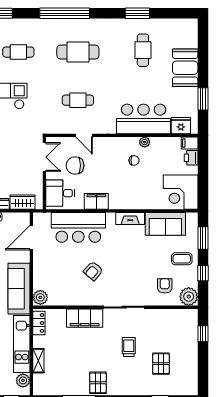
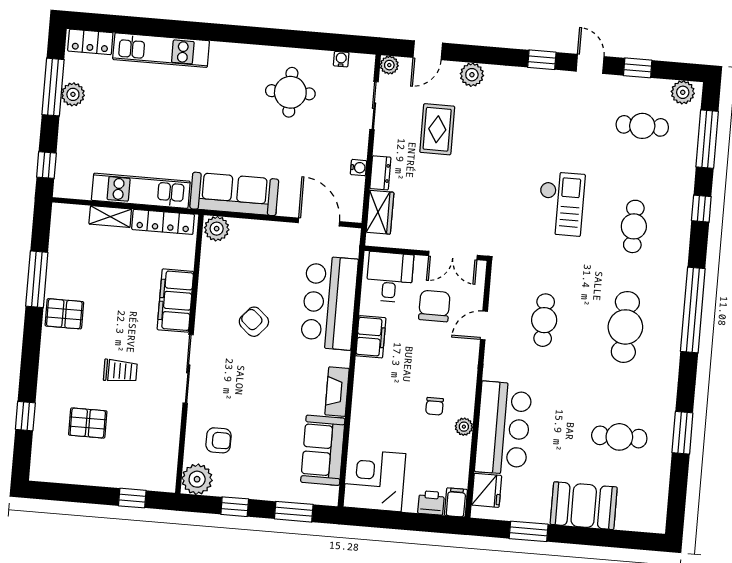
coffee table: (182, 259) -> (262, 473), removed
locker: (39, 323) -> (163, 222), width x1.53
plant: (23, 380) -> (79, 188), removed

